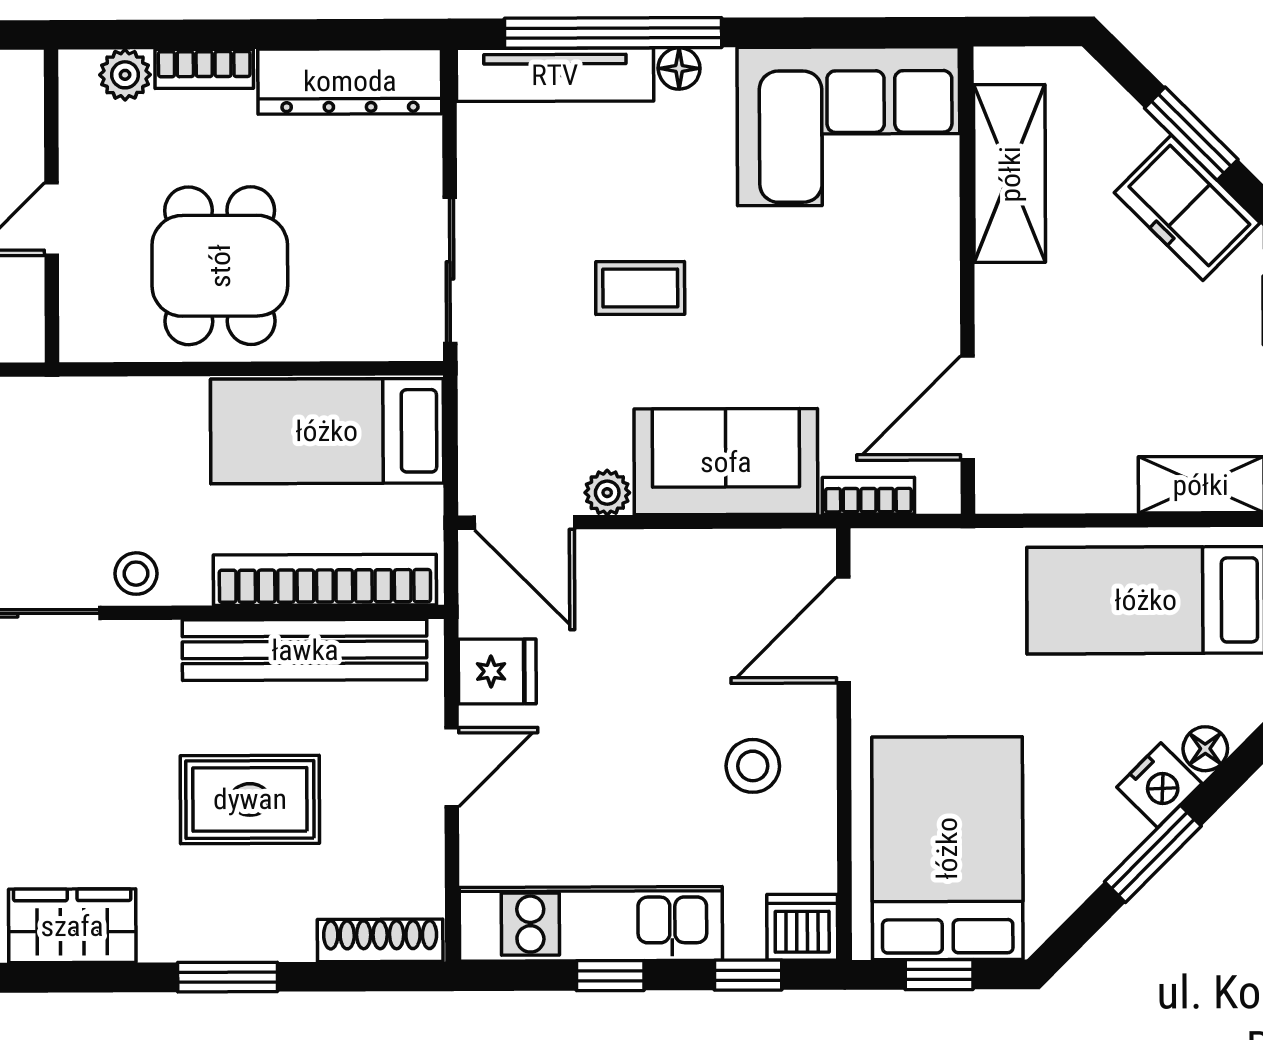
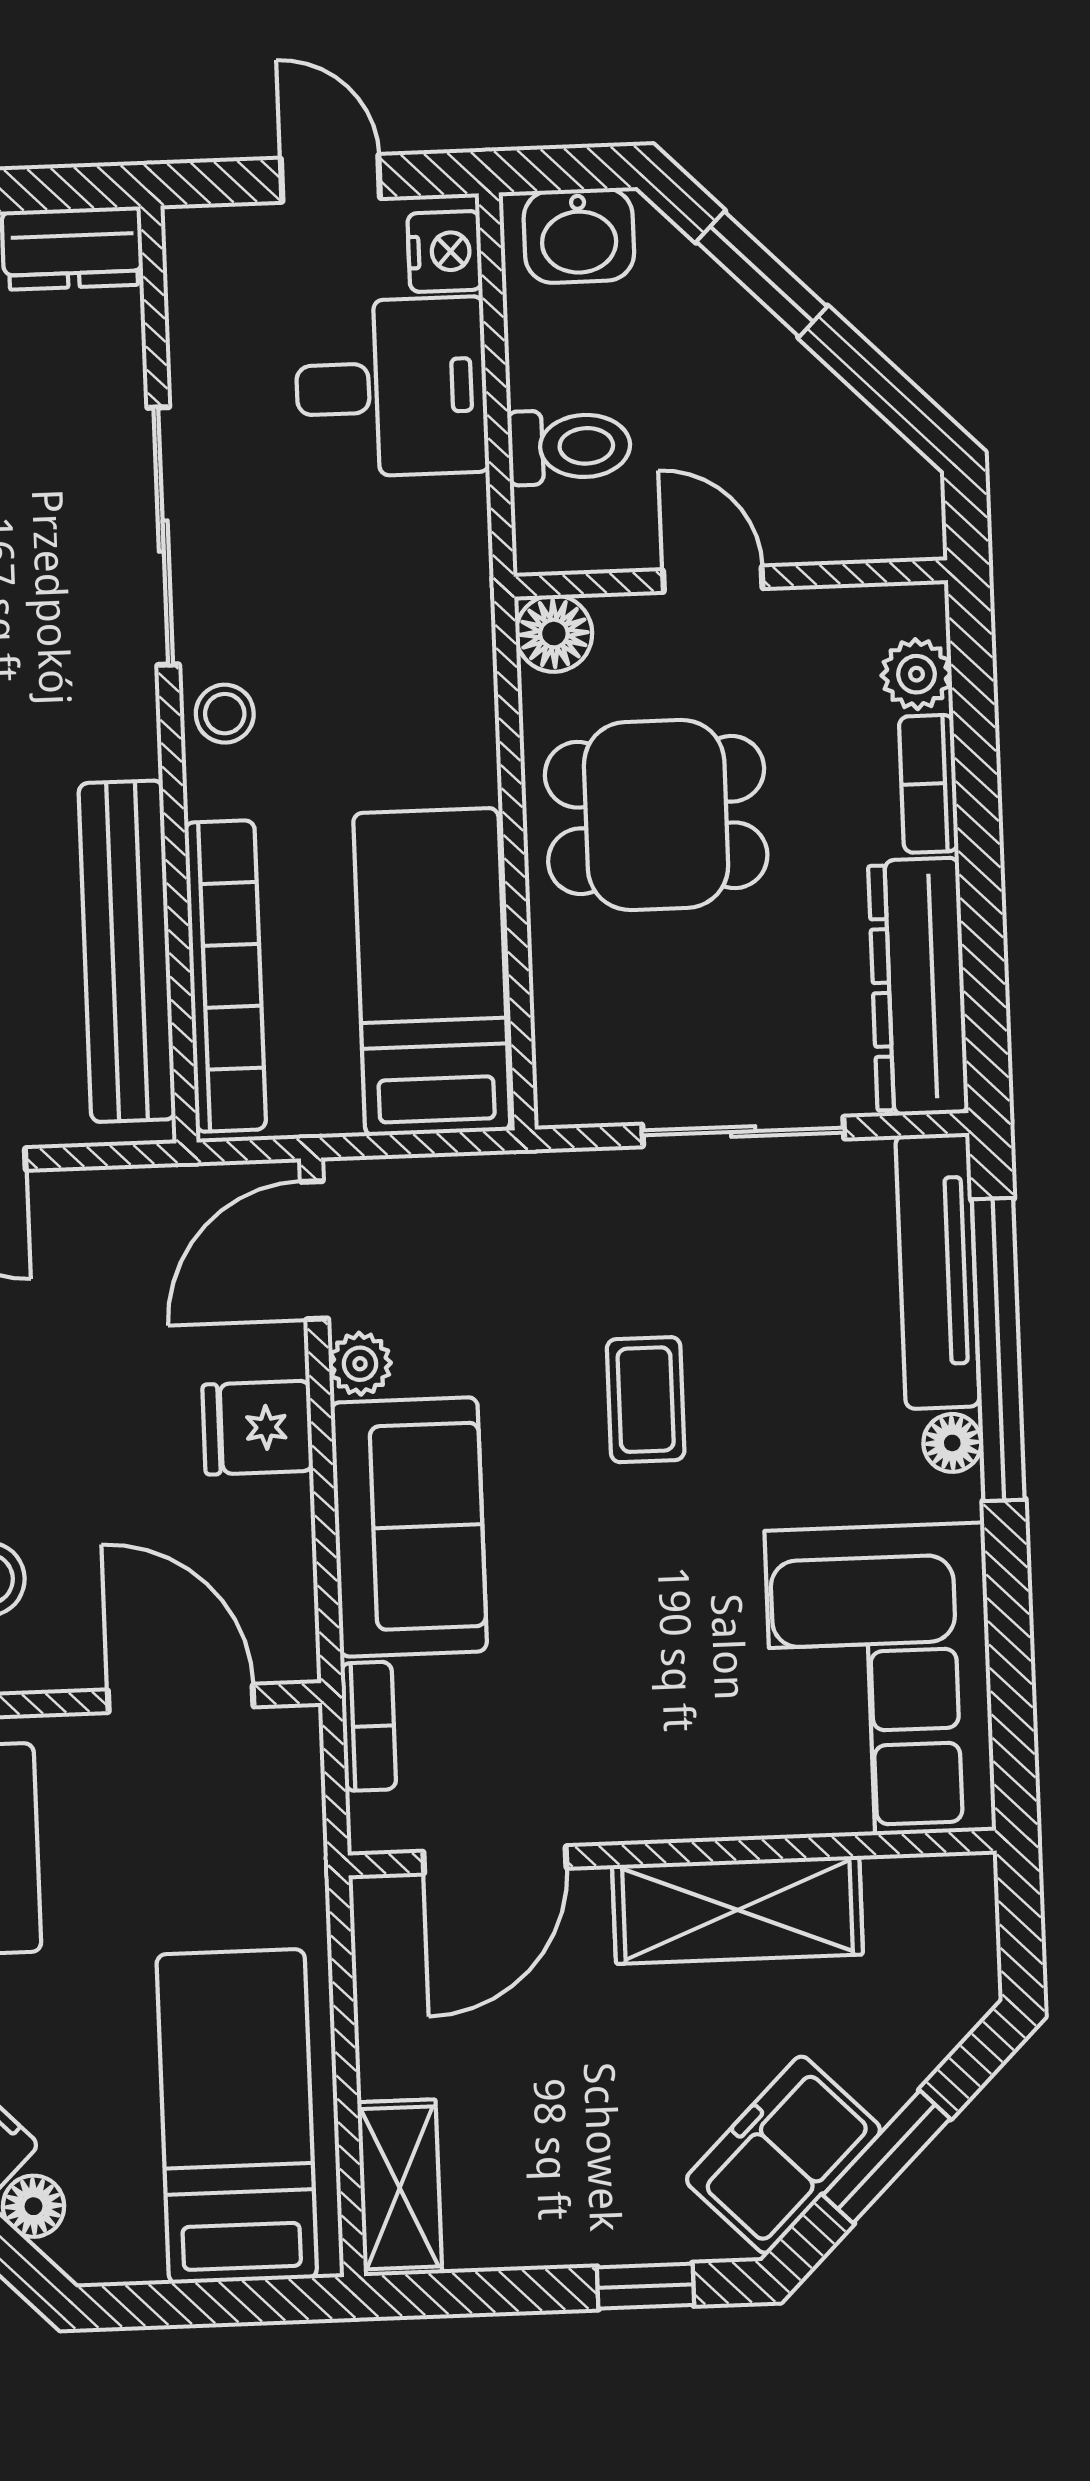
shelving: (1010, 174) -> (738, 1910), moved
sliding door: (450, 270) -> (743, 1132), moved
floor lamp: (87, 335) -> (554, 634), added
door: (968, 408) -> (495, 1860), swing flipped
fridge: (497, 671) -> (258, 1428), moved, turned 90

